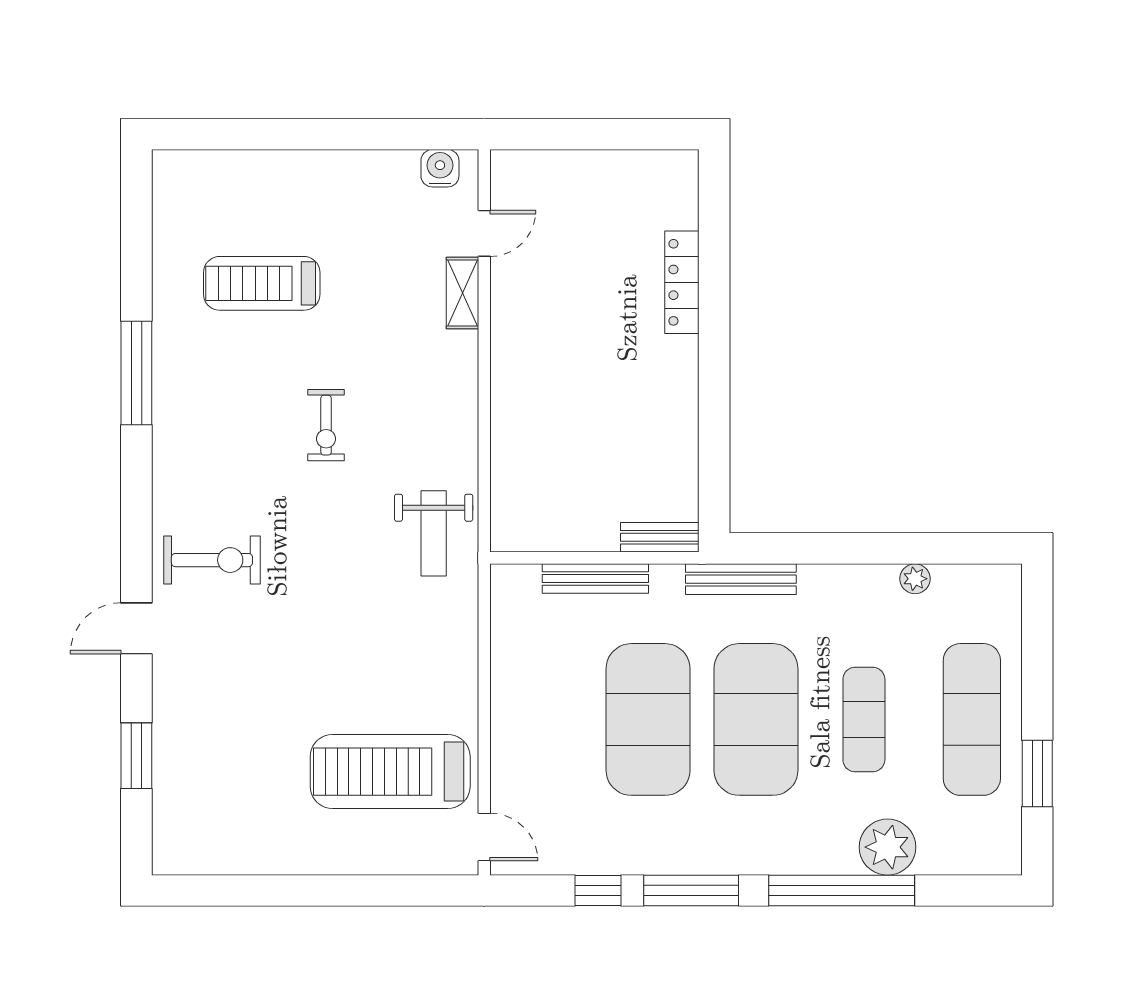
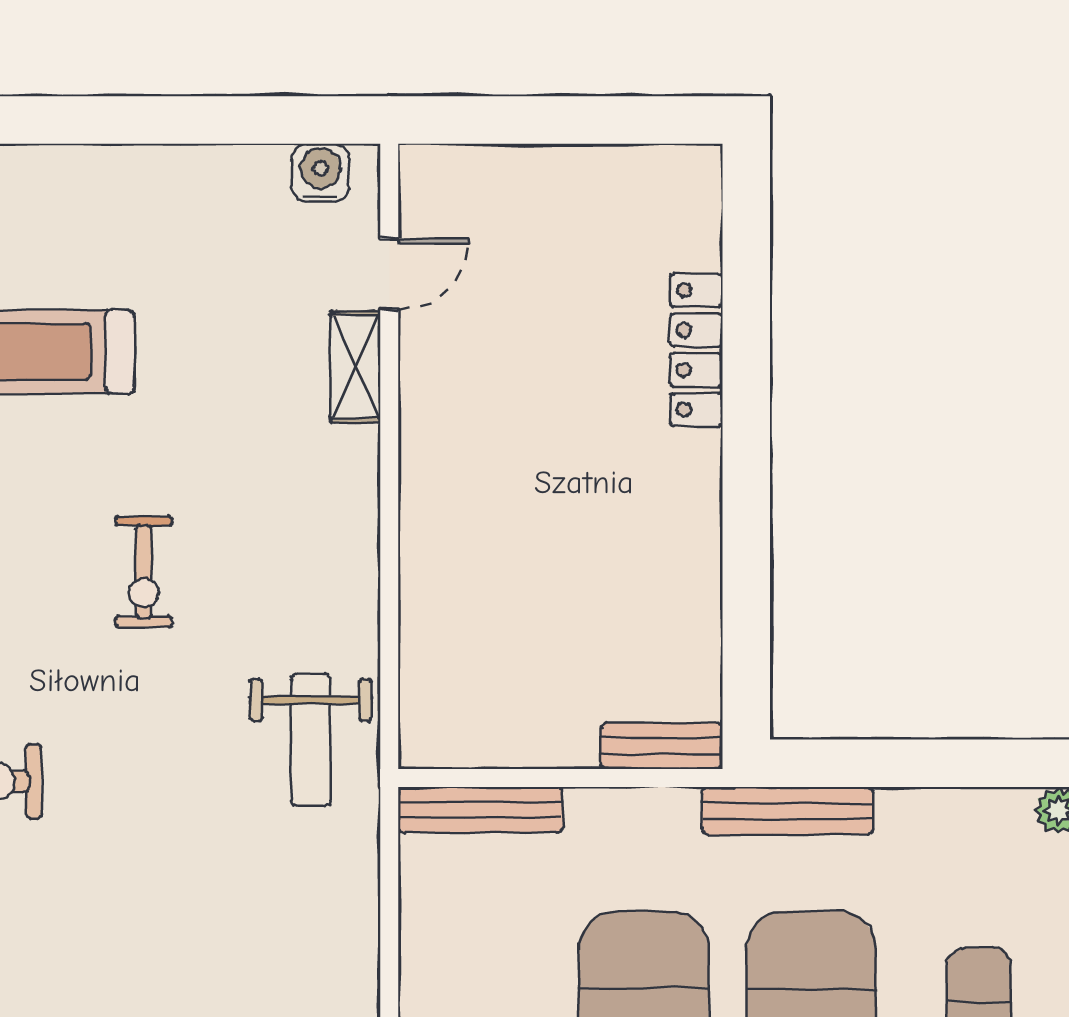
bench: (595, 578) -> (480, 810), moved

